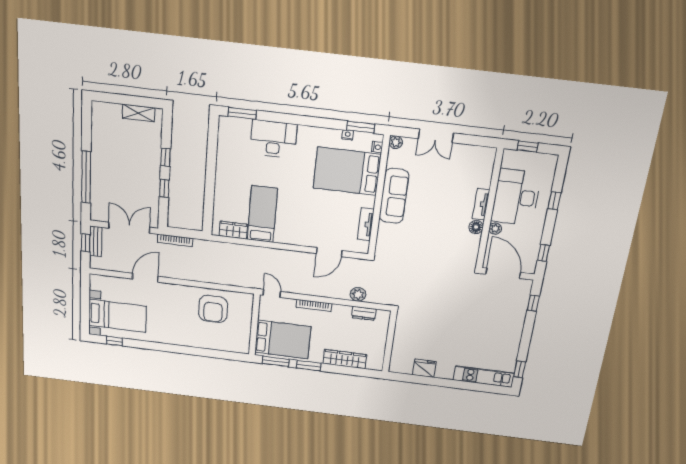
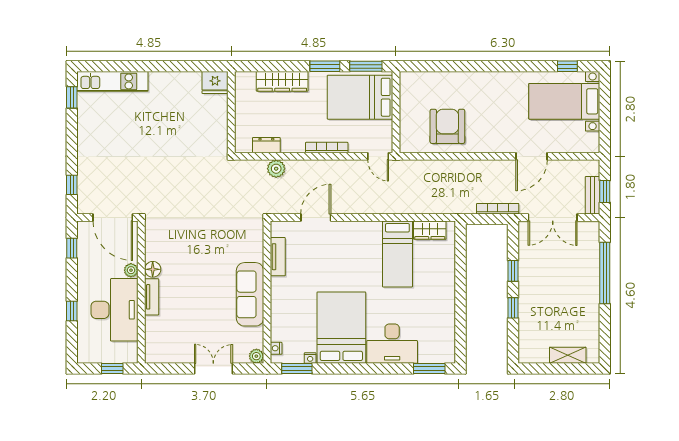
shelving: (139, 113) -> (568, 355), moved
bed: (347, 171) -> (341, 328), moved, turned -90
fridge: (424, 368) -> (215, 83), moved

